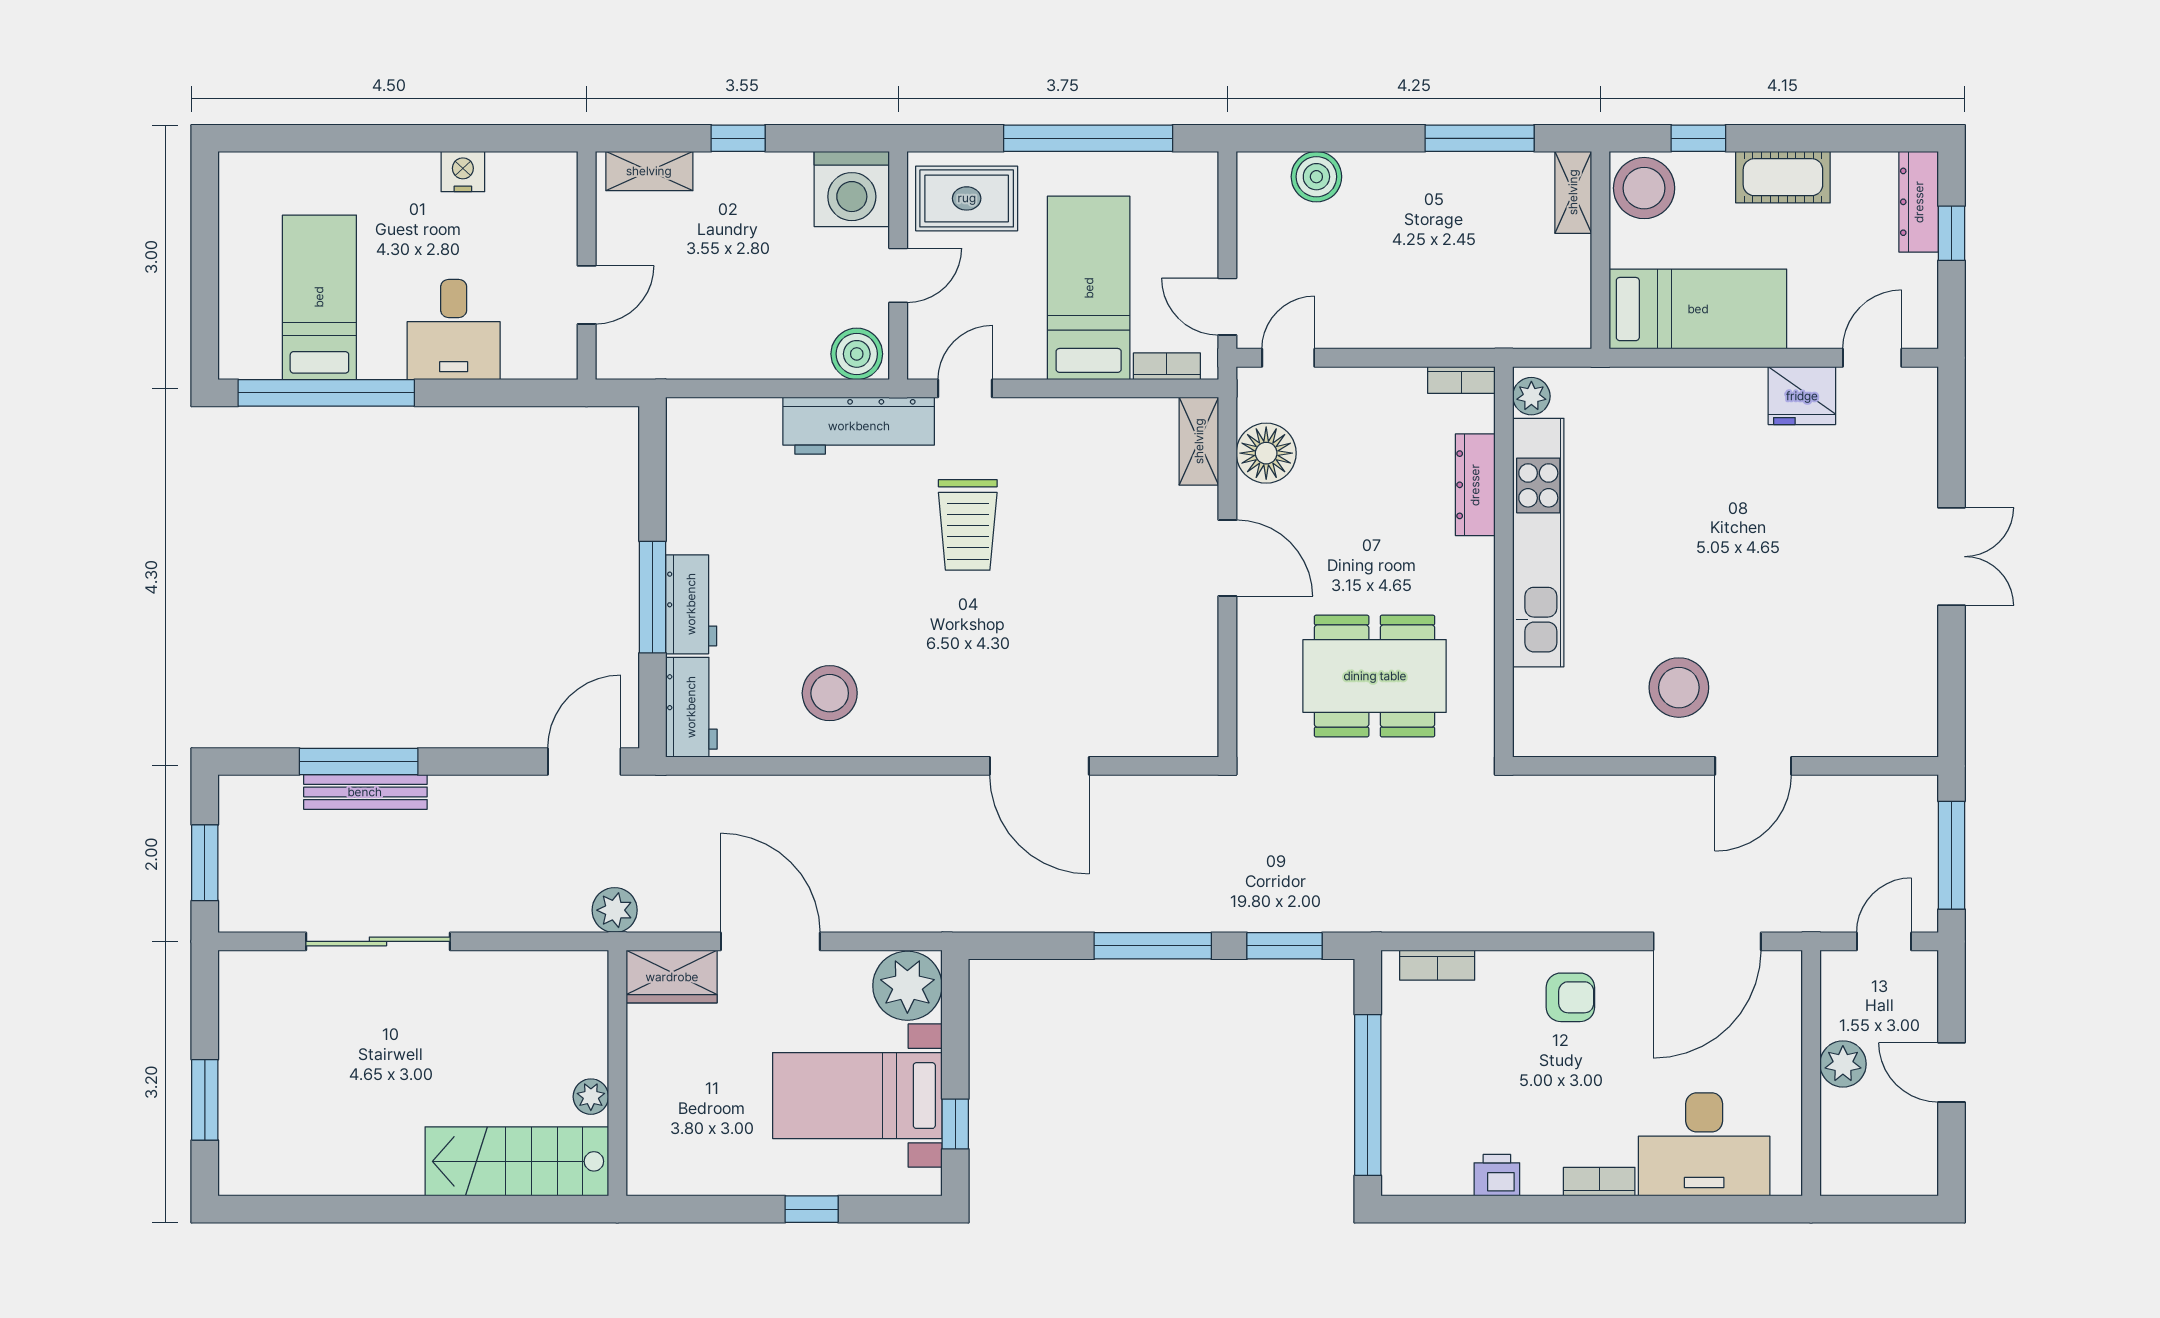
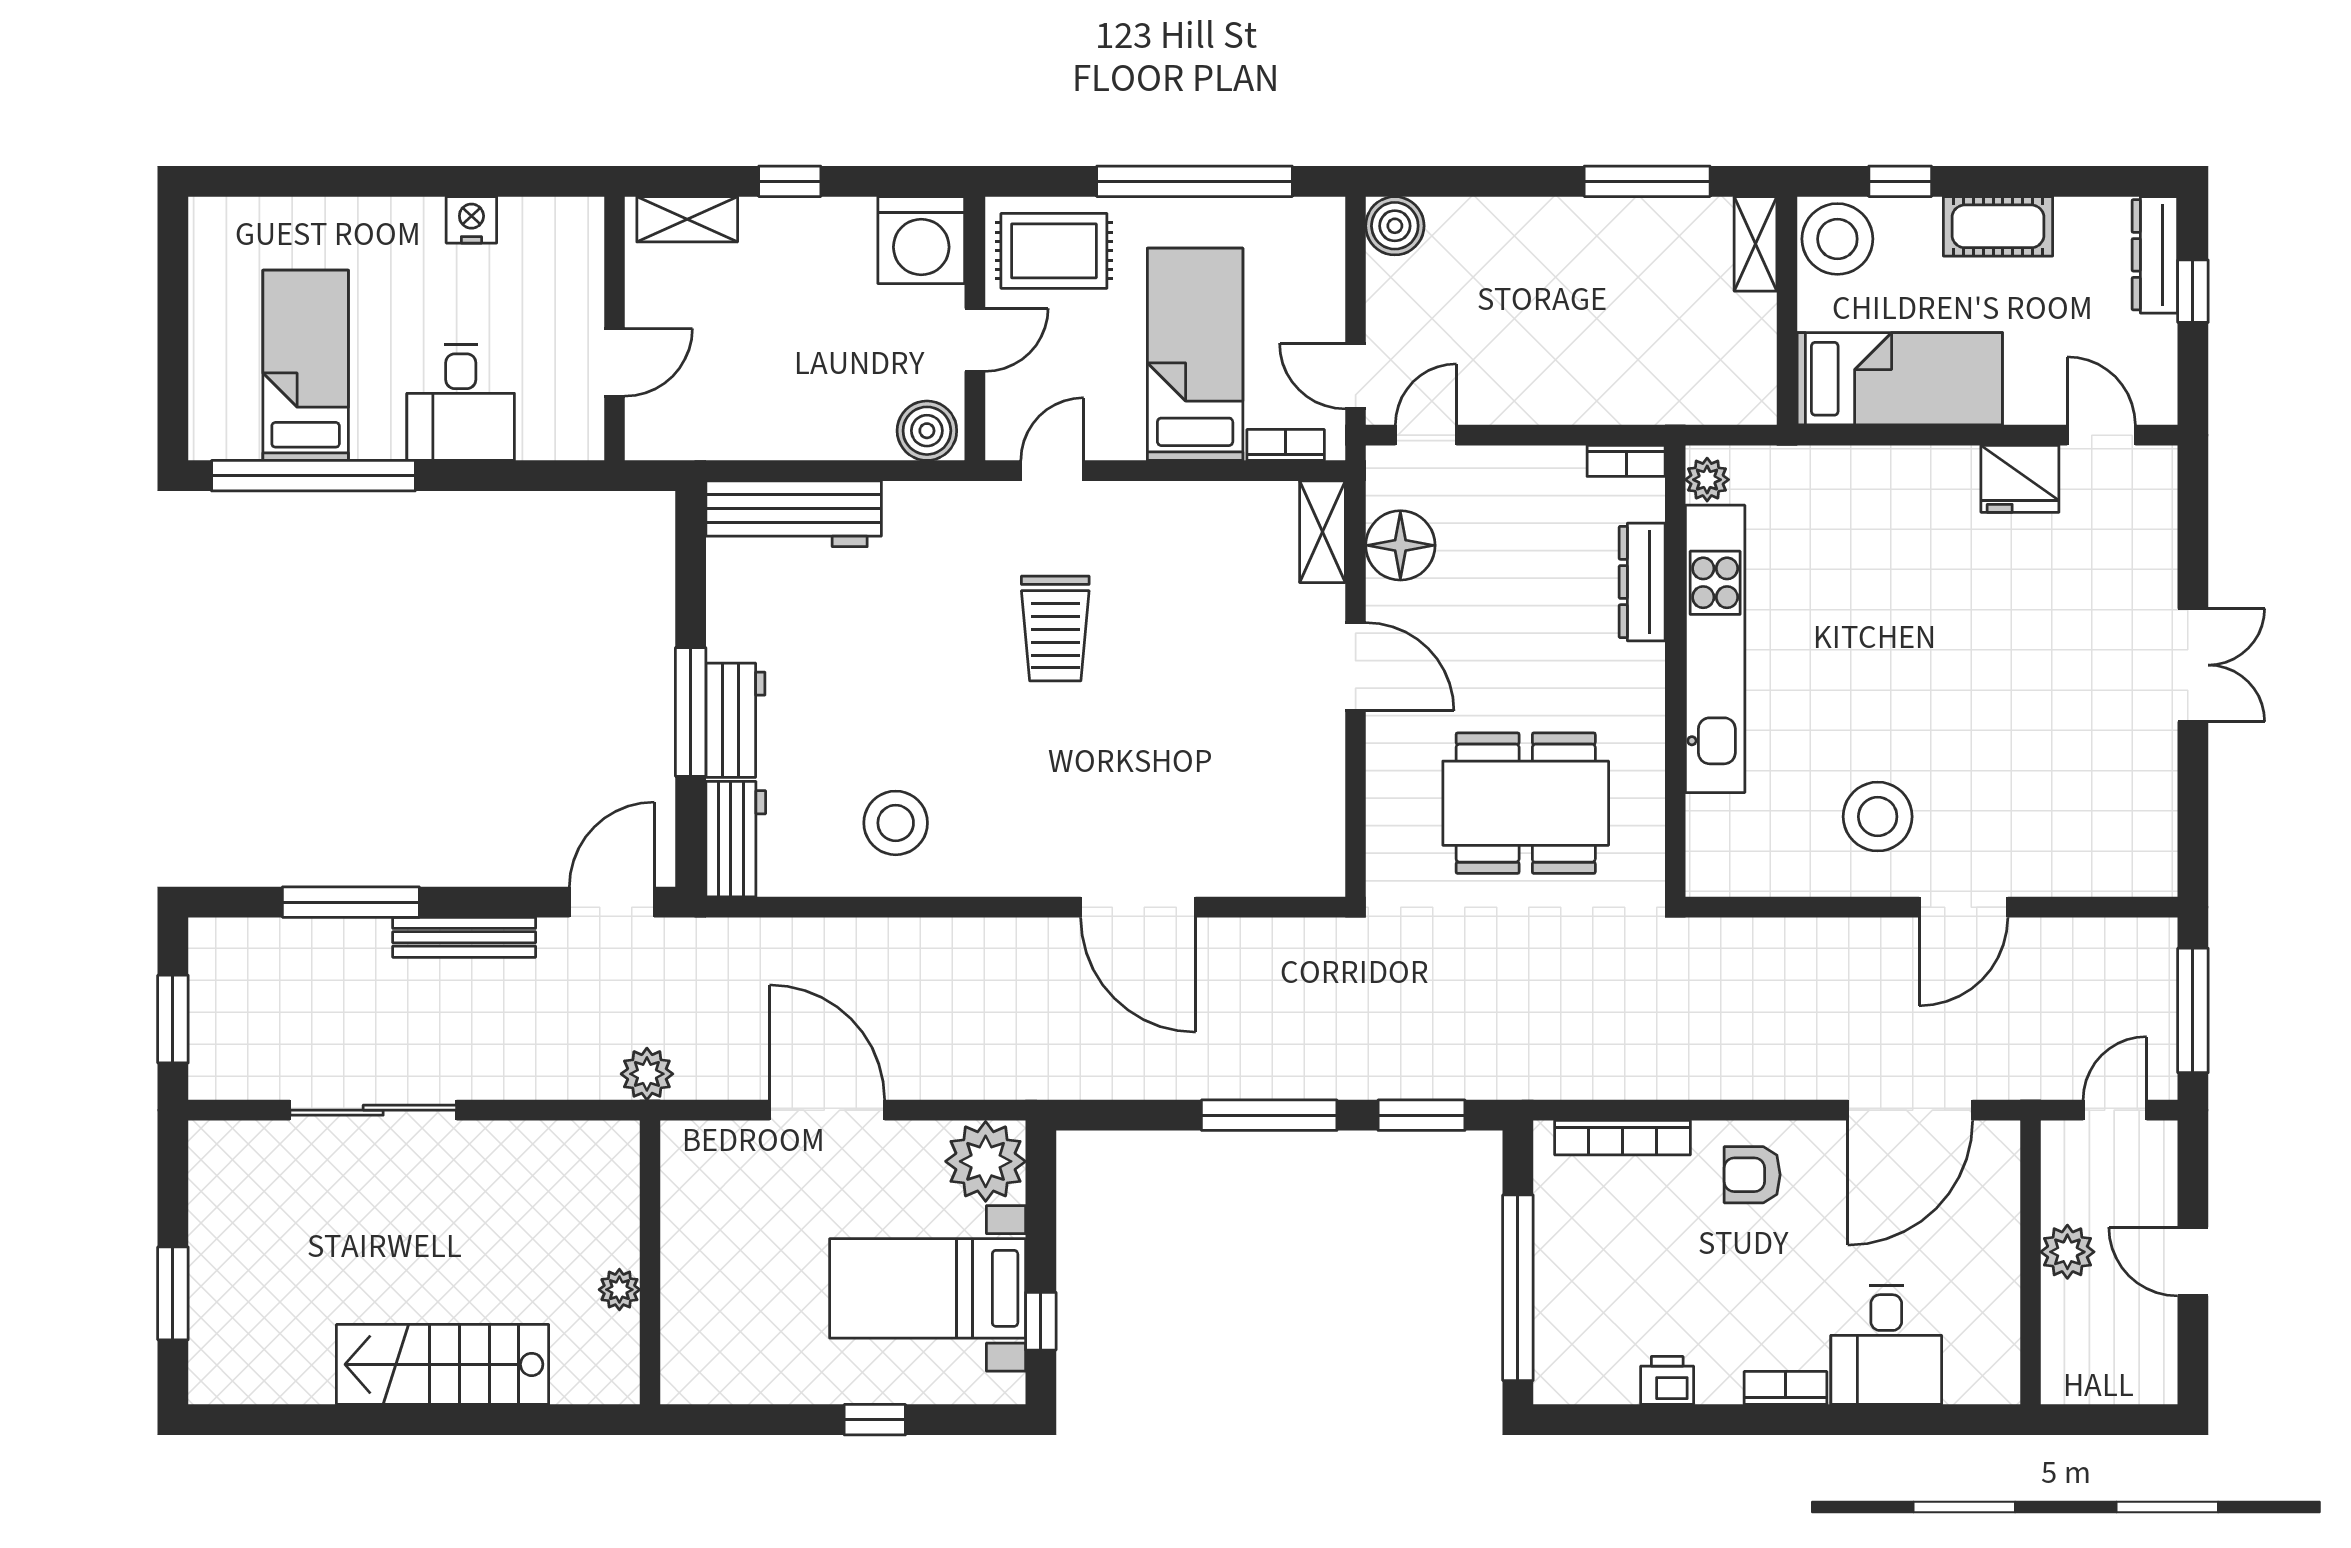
boiler: (1316, 177) -> (1395, 226), moved
door: (1872, 358) -> (2101, 435), hinge flipped
workbench: (859, 426) -> (794, 514), moved
bench: (365, 792) -> (464, 937), moved
bookcase: (1437, 965) -> (1622, 1138), width x1.56
wardrobe: (672, 977) -> (713, 1151), removed
armchair: (1570, 997) -> (1752, 1175), turned 180
desk: (1704, 1144) -> (1886, 1345), width x0.73
stairs: (517, 1161) -> (443, 1364), moved

